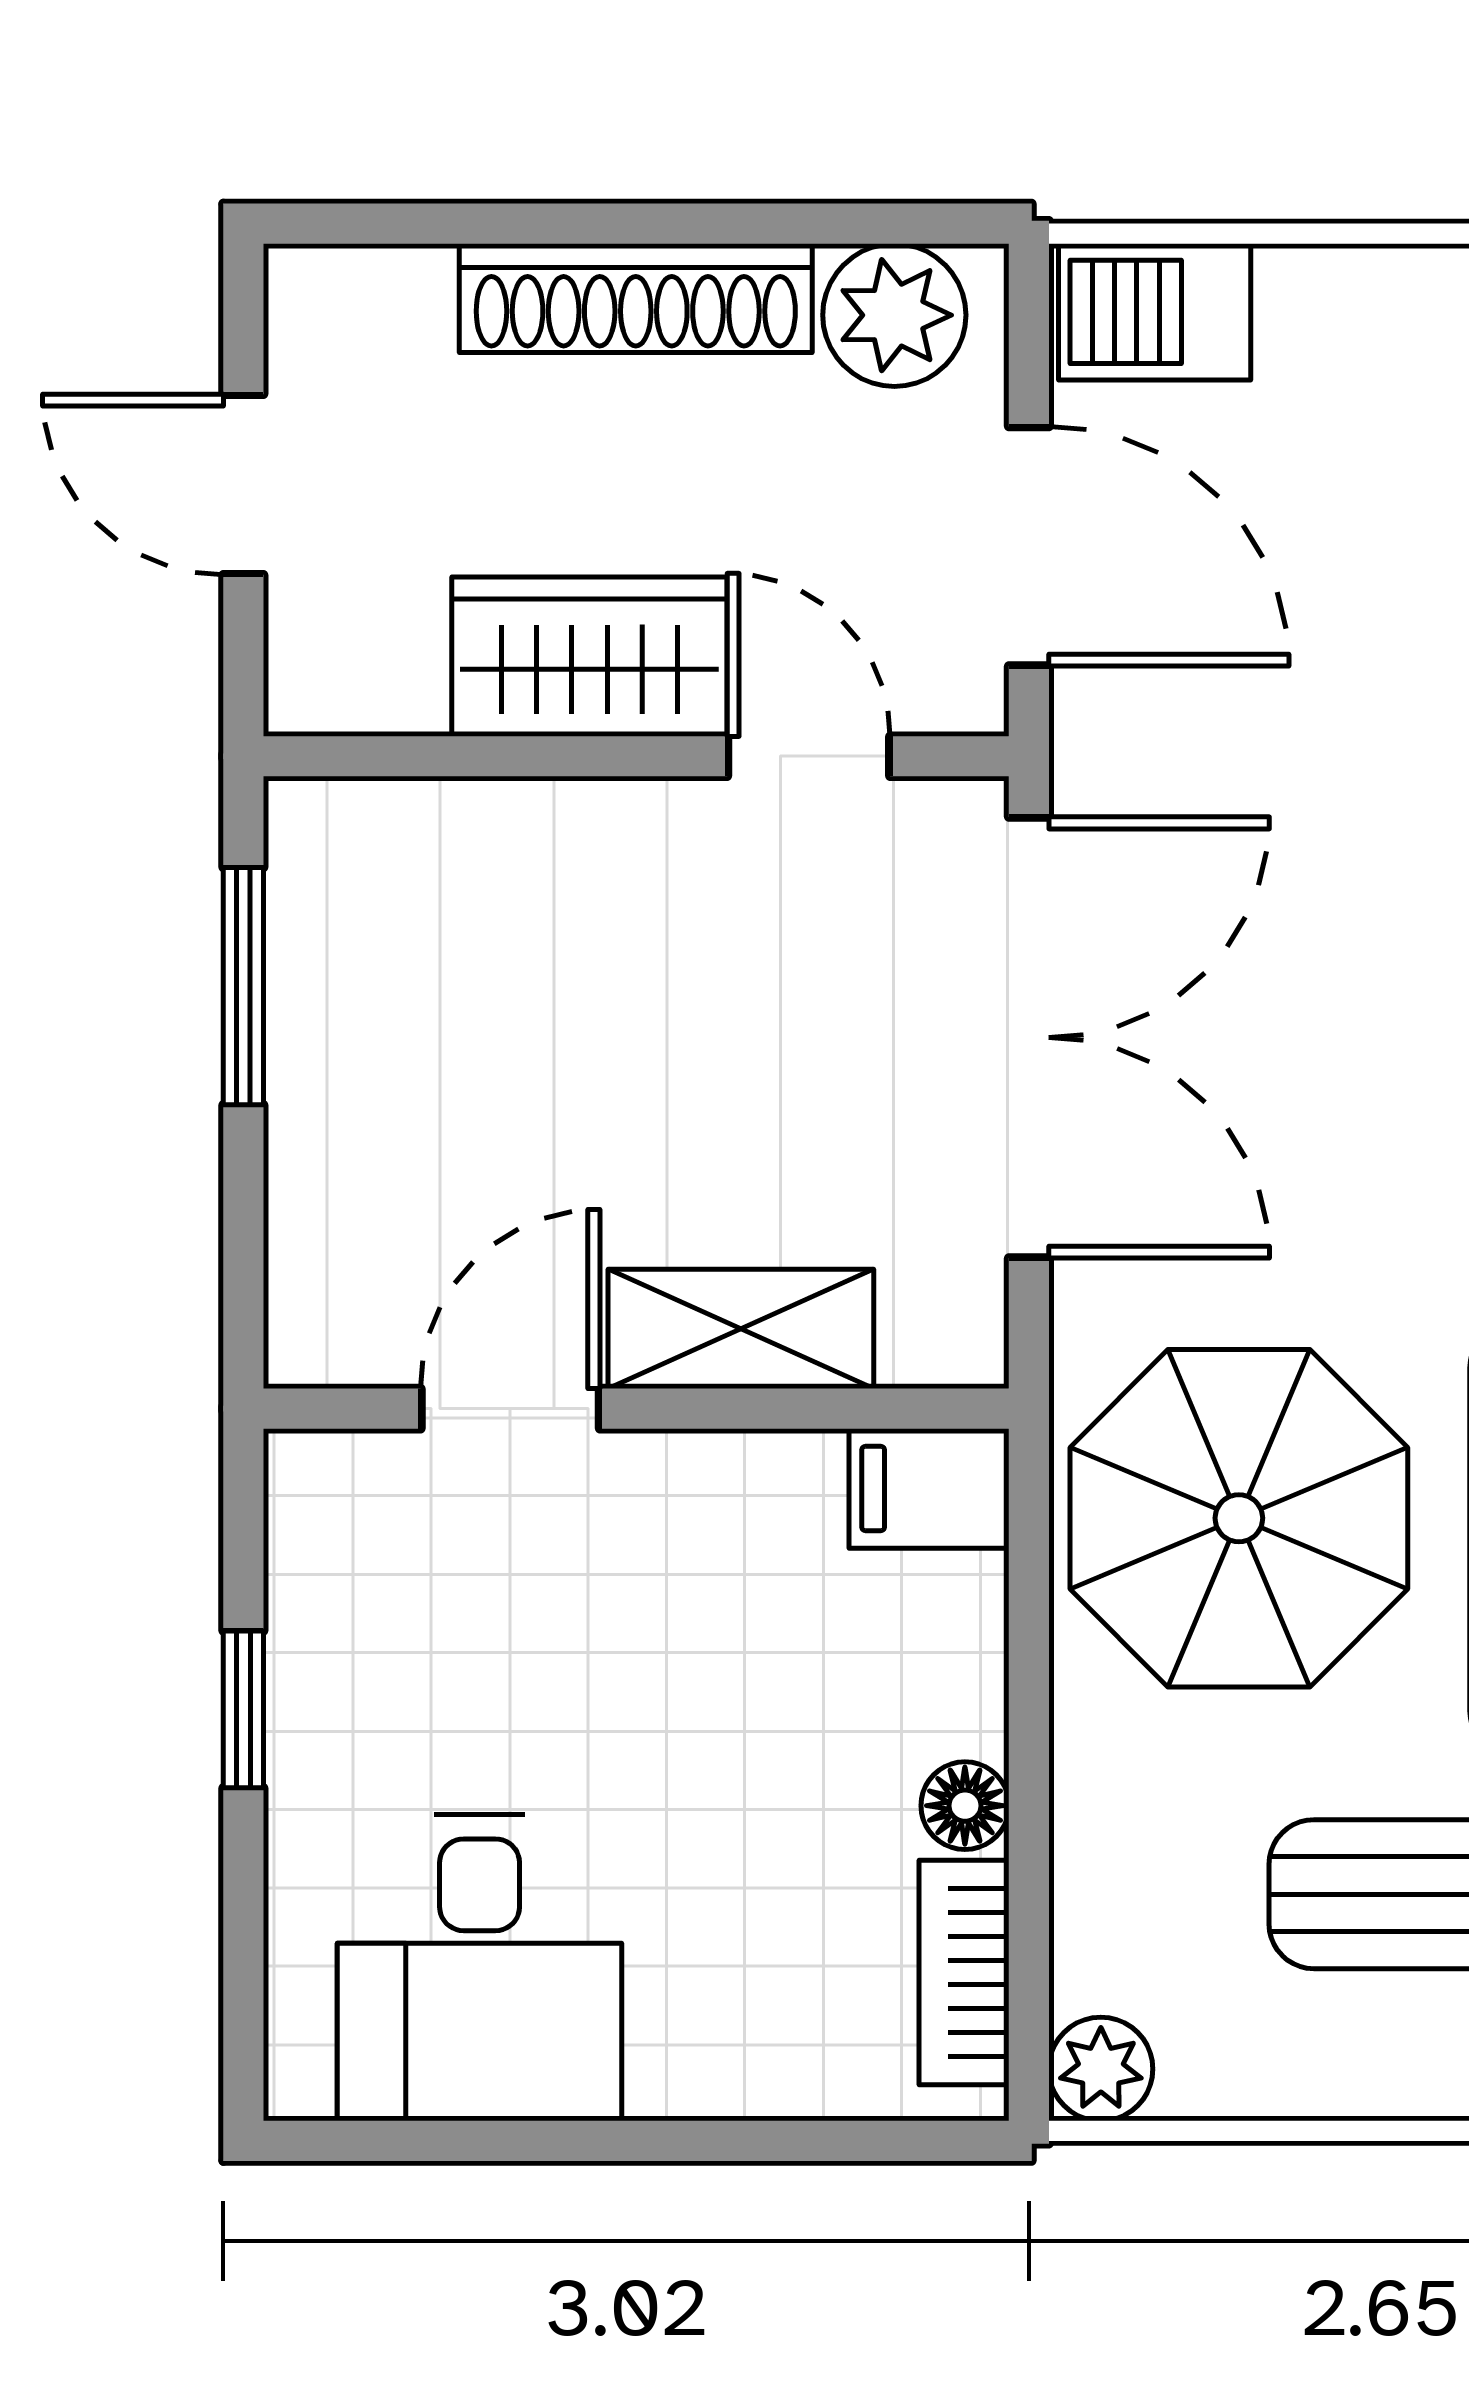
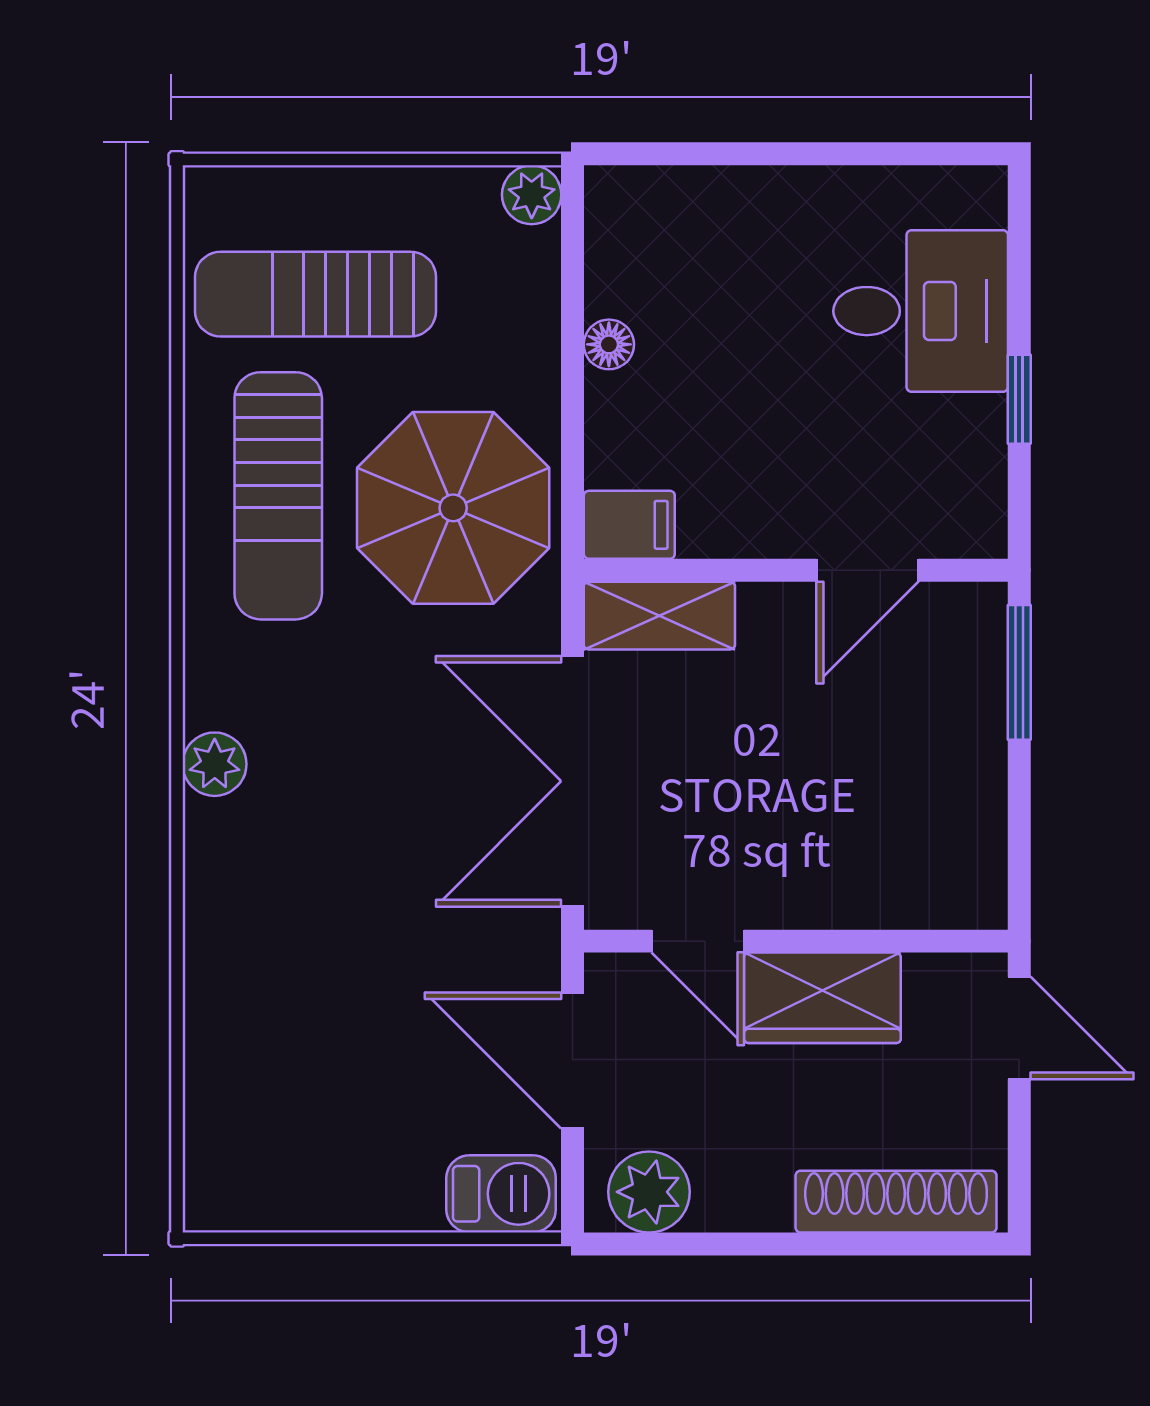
shoe rack: (636, 298) -> (896, 1202), moved
door: (243, 484) -> (1019, 1028), moved
window: (243, 986) -> (1019, 672), moved
shelving: (741, 1329) -> (659, 616), moved
desk: (480, 1968) -> (921, 311), moved, turned 90
bookcase: (964, 1973) -> (609, 250), removed

